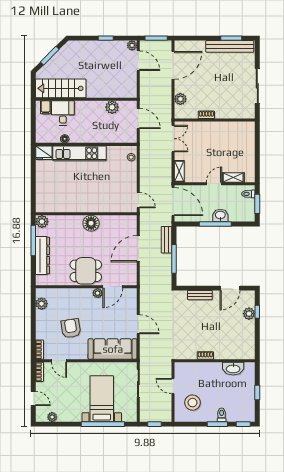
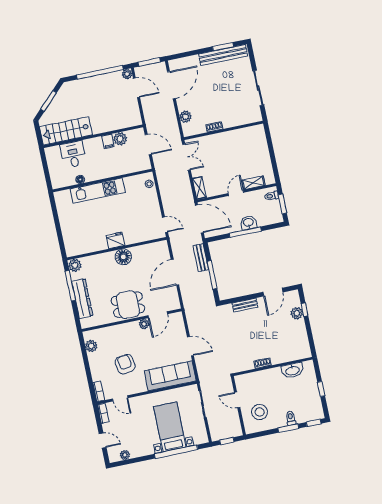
window: (106, 38) -> (100, 72), width x3.17
filing cabinet: (46, 107) -> (108, 141), moved
fridge: (44, 153) -> (115, 240), moved, turned 180

